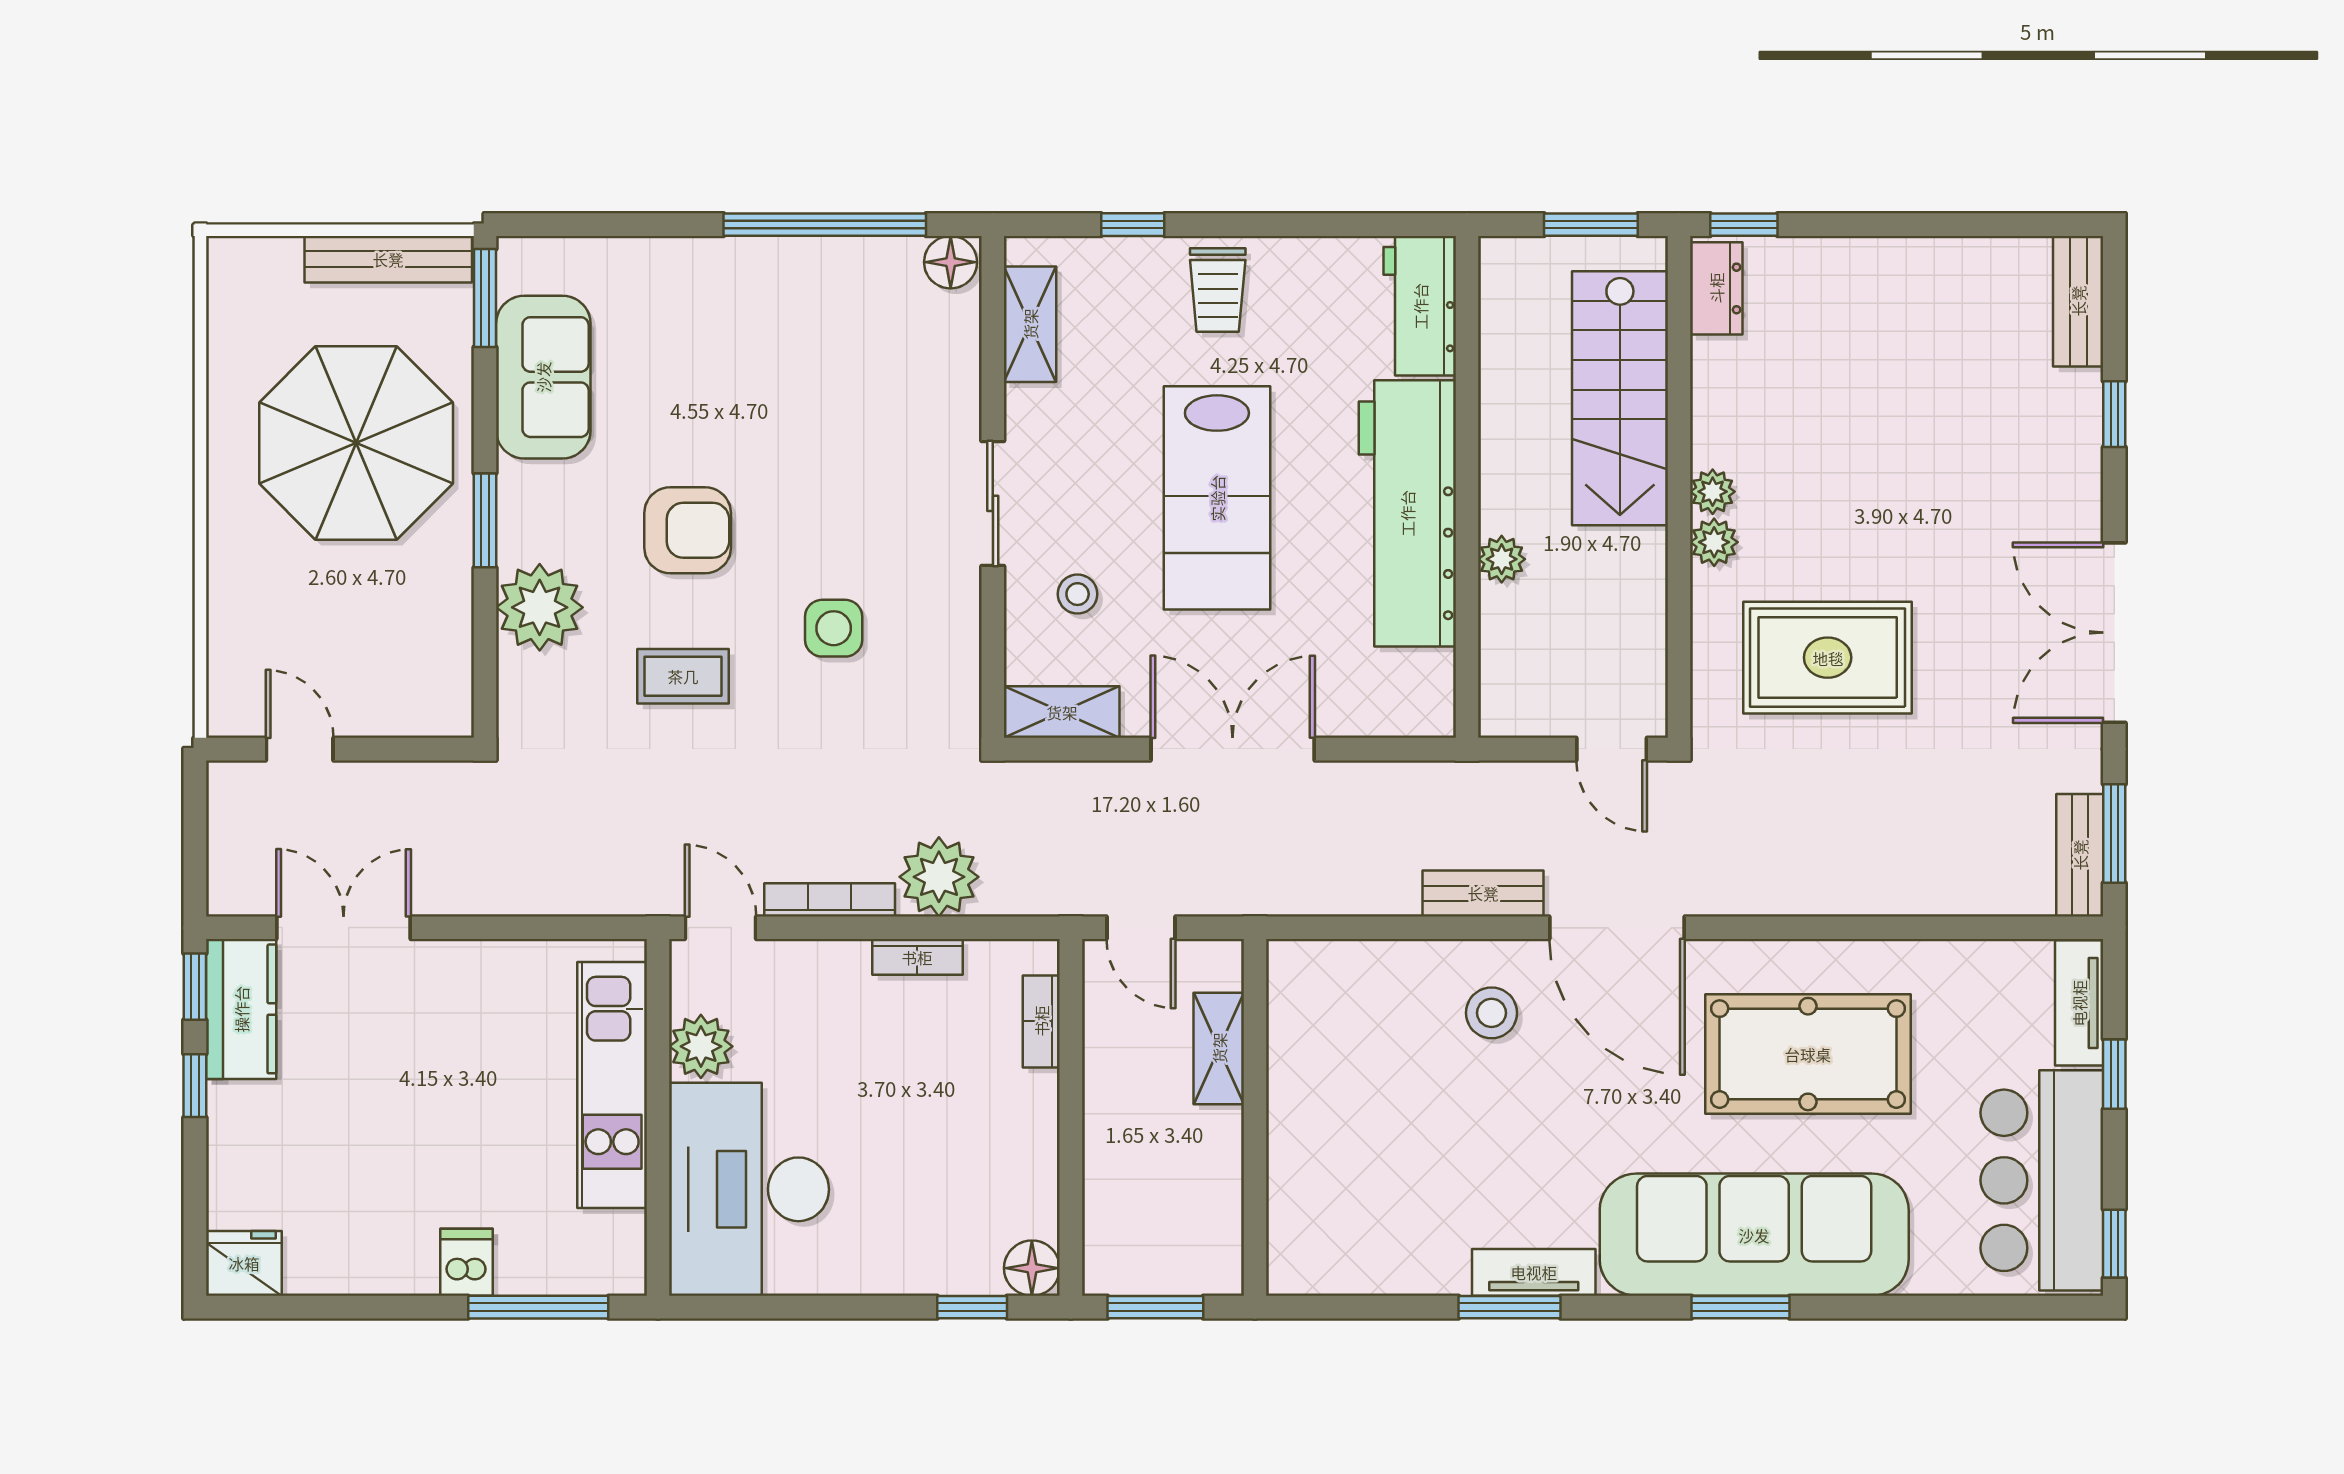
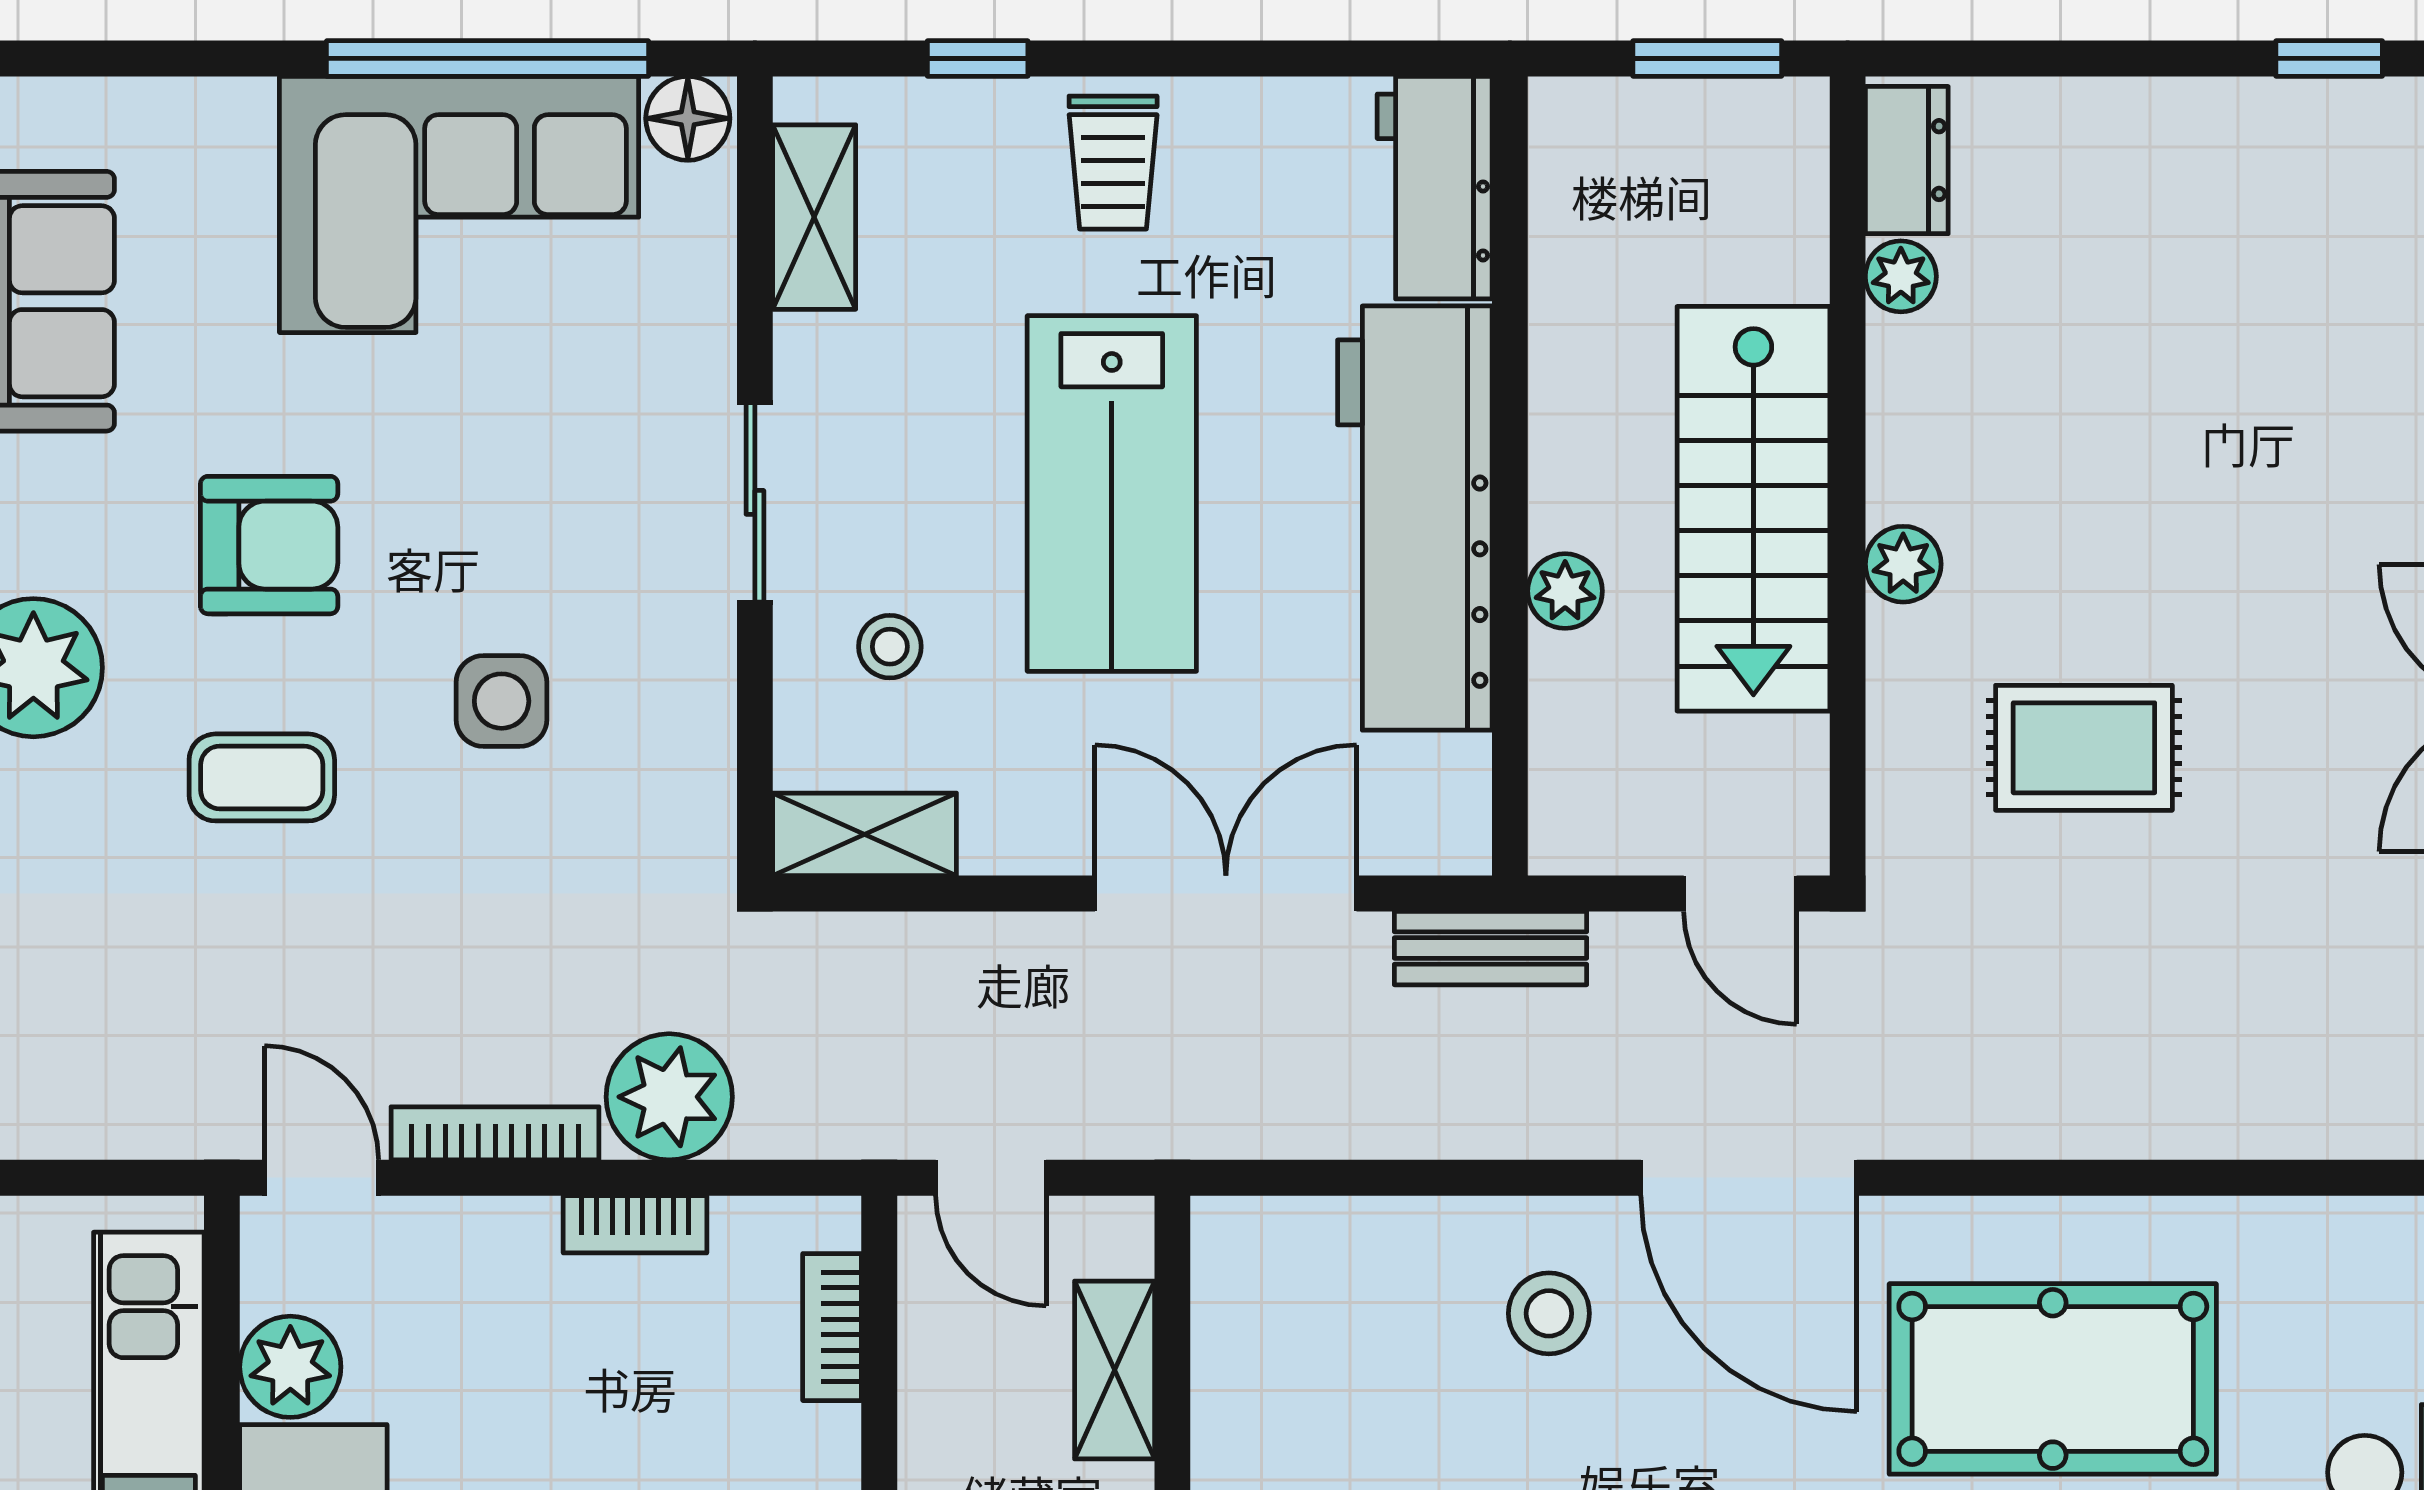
window: (1744, 225) -> (2329, 58), moved
corner sofa: (807, 316) -> (459, 204), added
stairs: (1620, 398) -> (1753, 509), moved
plant: (1713, 492) -> (1901, 276), moved
rug: (1828, 658) -> (2084, 748), width x0.73, depth x0.70
double door: (1233, 749) -> (1226, 894), moved
bench: (1483, 893) -> (1491, 948), moved

